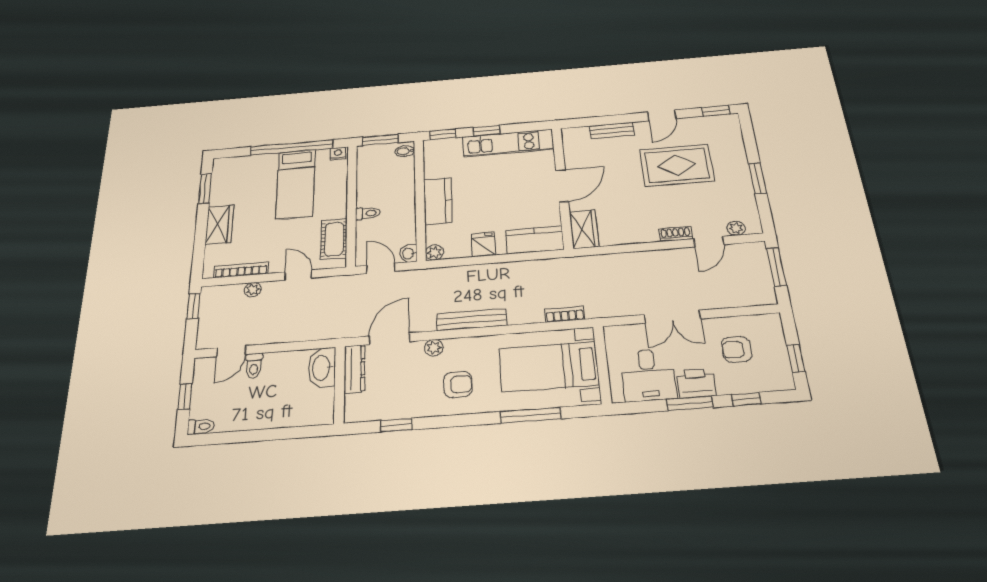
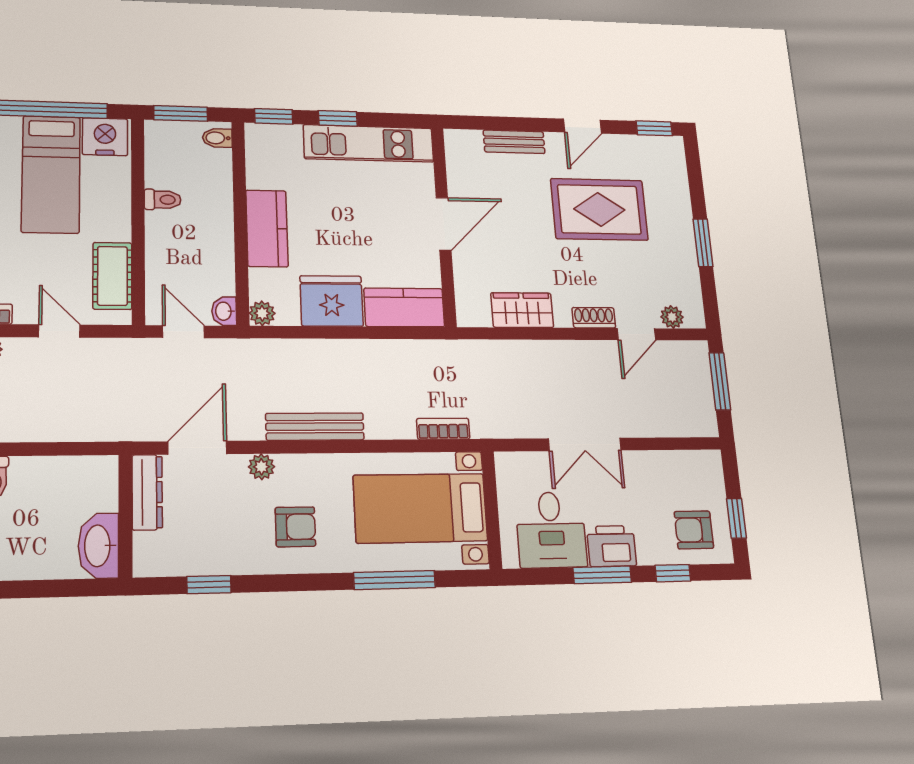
nightstand: (338, 153) -> (105, 137), width x1.89, depth x1.79
toilet: (368, 213) -> (163, 200), moved
wardrobe: (584, 229) -> (522, 310), moved, turned -90
fridge: (483, 245) -> (332, 301), width x1.88, depth x1.34
armchair: (737, 349) -> (694, 530), moved
washbasin: (322, 368) -> (98, 546), moved

